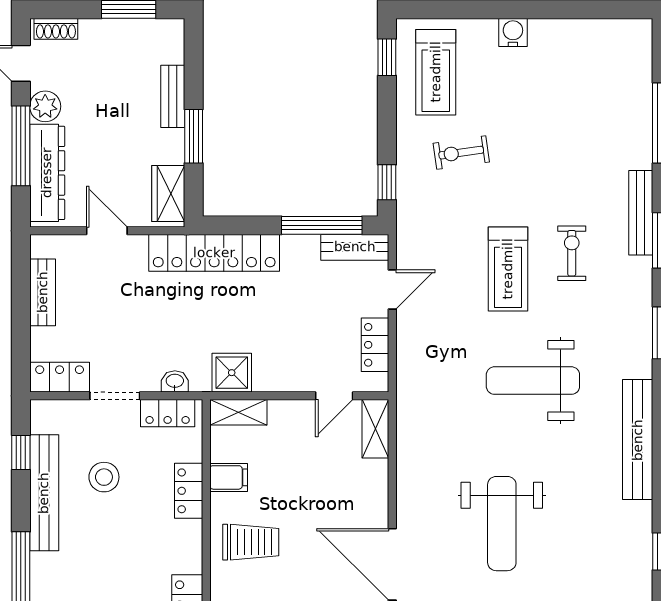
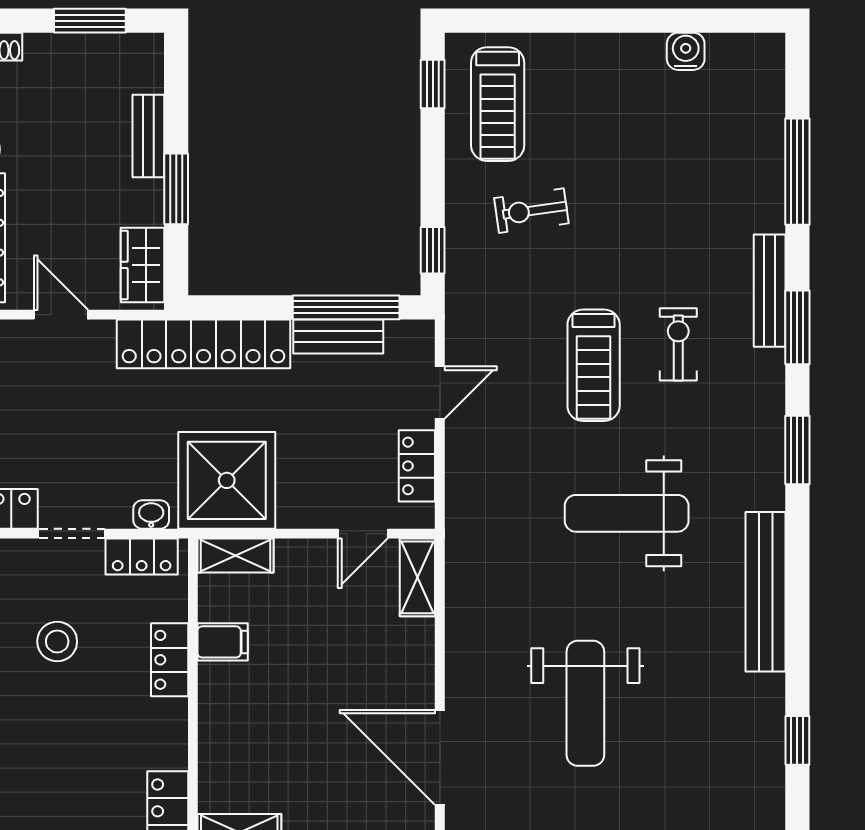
water cooler: (513, 33) -> (686, 51), moved
bench: (355, 247) -> (338, 337), moved
shower: (232, 373) -> (227, 480), width x1.86, depth x1.86
trolley: (251, 542) -> (252, 728), removed

